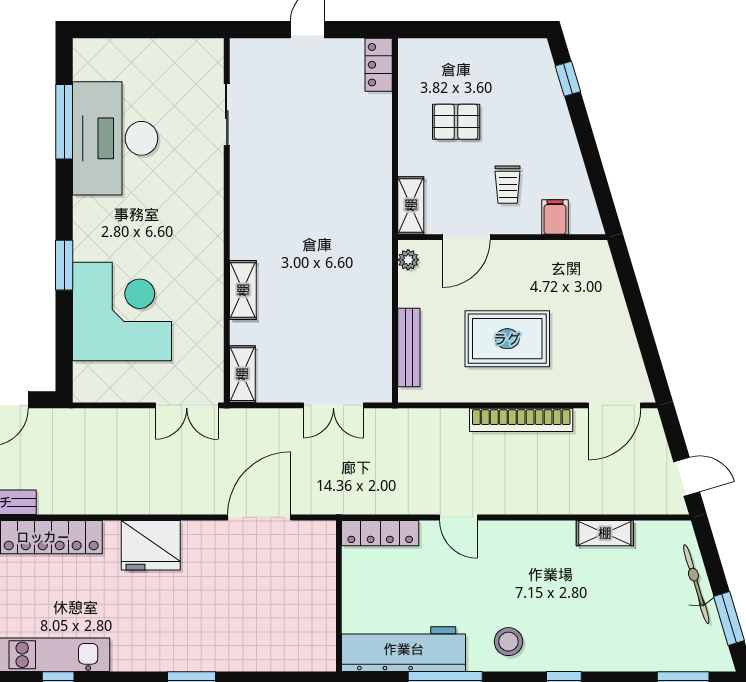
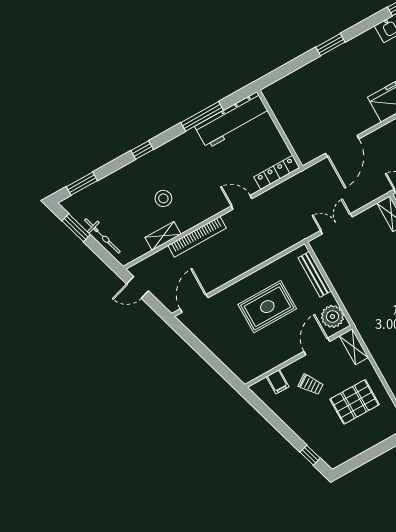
pallet: (456, 122) -> (355, 402), width x1.50, depth x1.42
trolley: (508, 185) -> (311, 385), turned 145
plant: (408, 260) -> (332, 316), width x1.87, depth x1.87
bookcase: (521, 420) -> (197, 237), moved, turned 180
stool: (508, 642) -> (163, 198), moved

